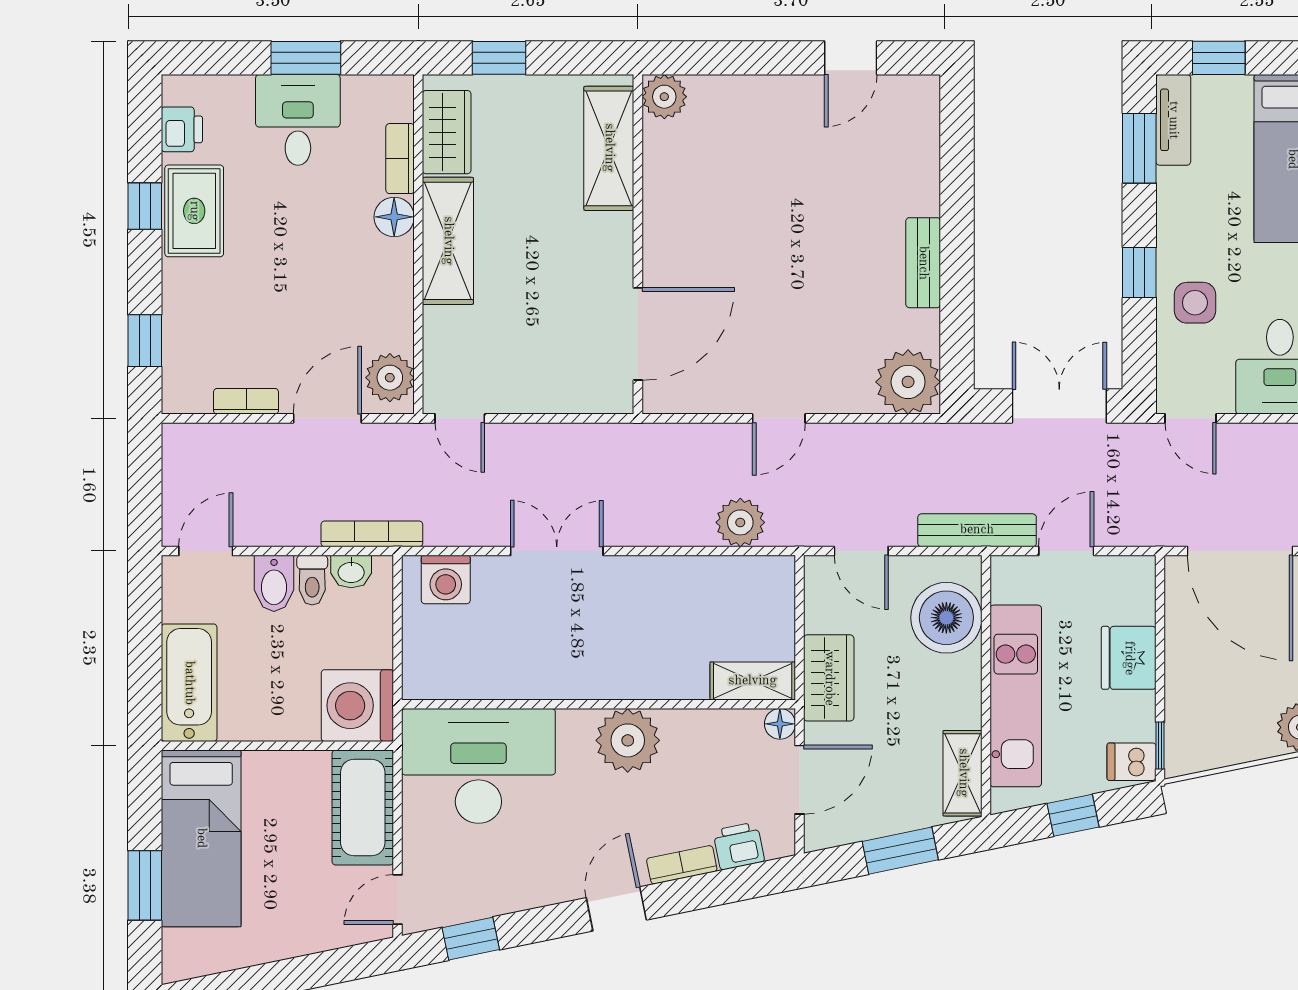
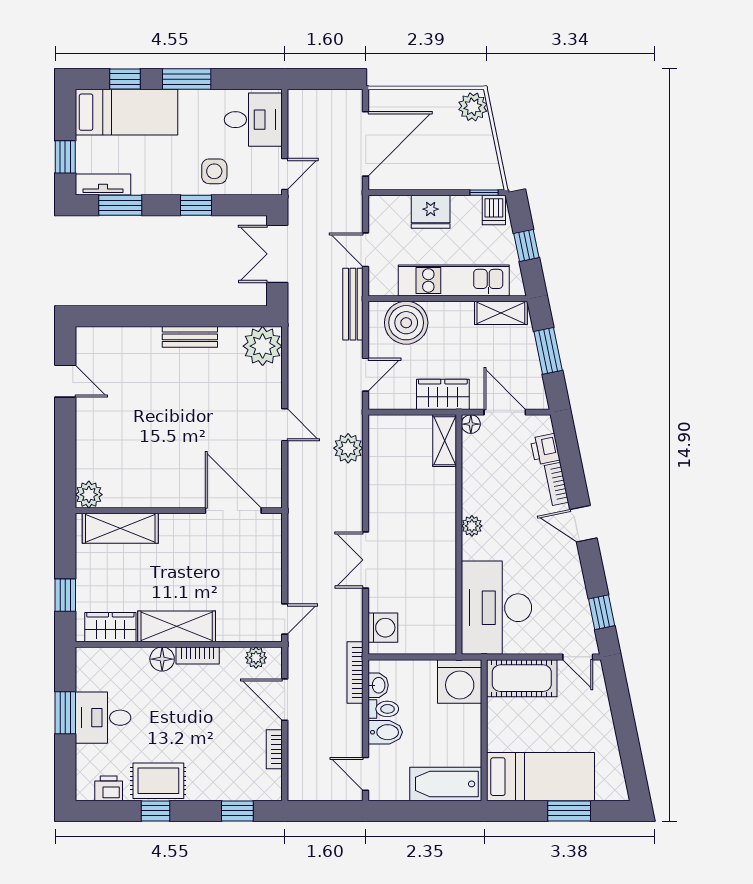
bookcase: (400, 159) -> (198, 655), moved
plant: (390, 378) -> (256, 658), width x0.73, depth x0.73
plant: (628, 740) -> (472, 526), width x0.53, depth x0.53

